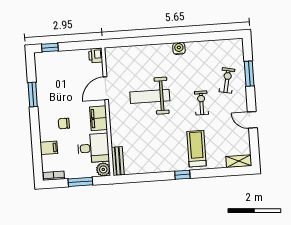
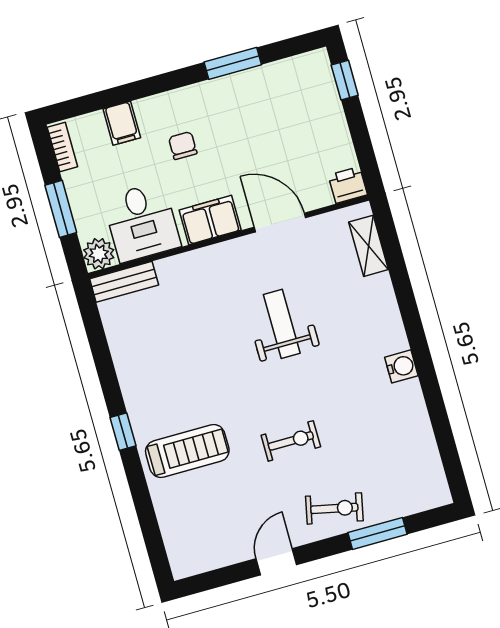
exercise bike: (227, 80) -> (334, 508), moved
weight bench: (150, 96) -> (282, 324), width x0.73, depth x0.75
shelving: (239, 161) -> (368, 246), moved

